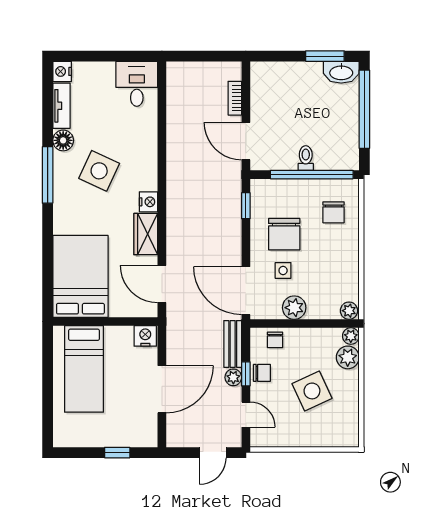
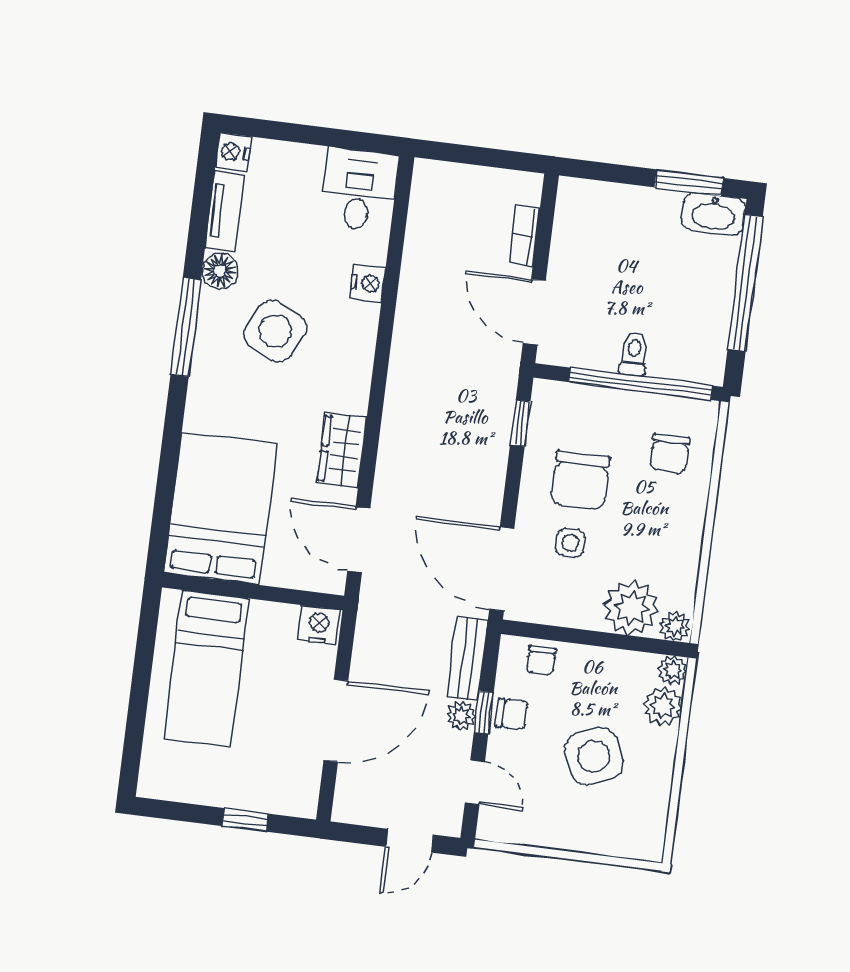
nightstand: (148, 202) -> (368, 283), moved
plant: (294, 308) -> (631, 608), moved, width x1.36, depth x1.36

